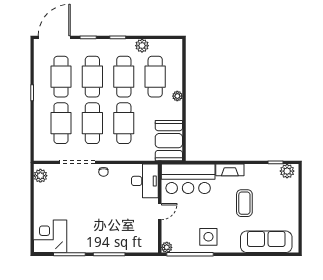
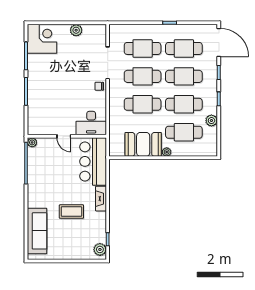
booth: (169, 141) -> (143, 144), moved
plant: (40, 176) -> (76, 30), moved
side table: (208, 237) -> (42, 180), removed

